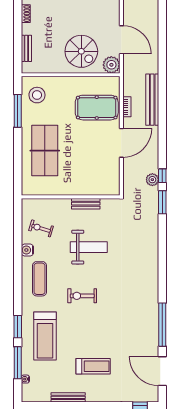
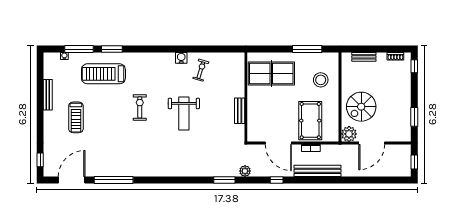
stool: (37, 95) -> (321, 80), moved
window: (162, 176) -> (277, 180), moved
wall: (71, 197) -> (246, 97), moved
bench: (86, 204) -> (240, 111), moved
exercise mat: (39, 279) -> (155, 69), removed

